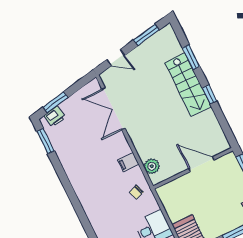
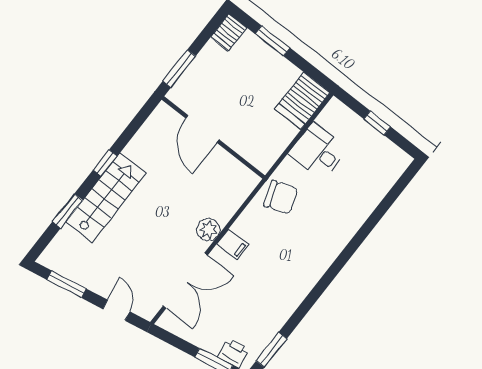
filing cabinet: (128, 162) -> (233, 244), moved
plant: (152, 166) -> (208, 230), moved
chair: (136, 192) -> (281, 197), width x1.87, depth x1.87

